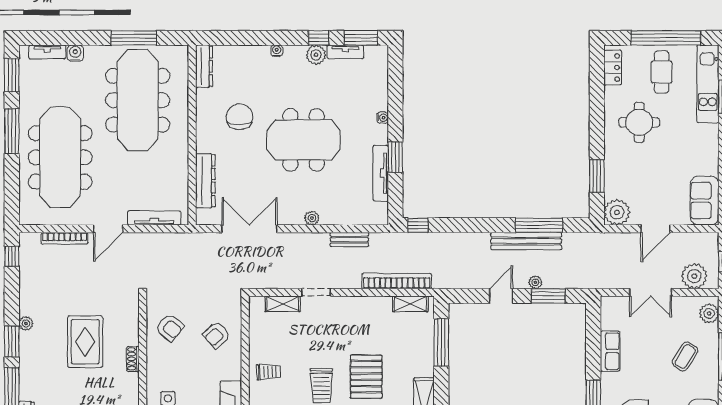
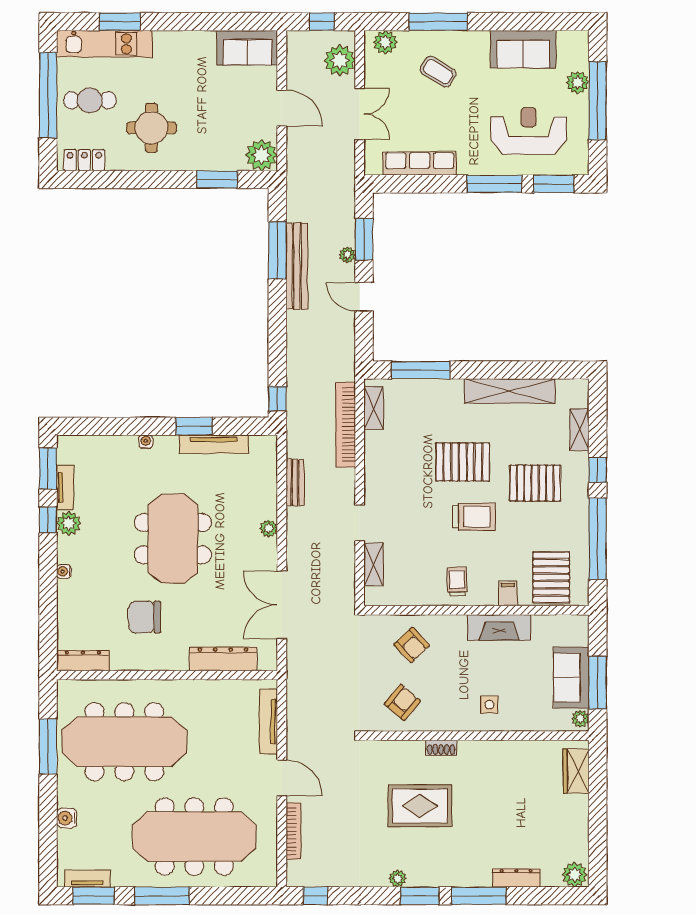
tv unit: (47, 52) -> (87, 879), moved, turned -90
row of seats: (610, 351) -> (420, 163), width x1.48

